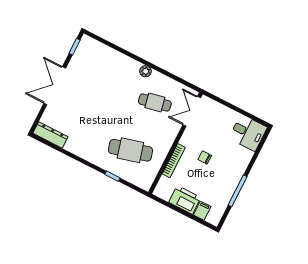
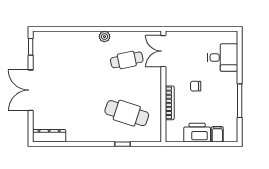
desk: (248, 133) -> (223, 58), moved
cafe table: (130, 150) -> (127, 113), turned 33

